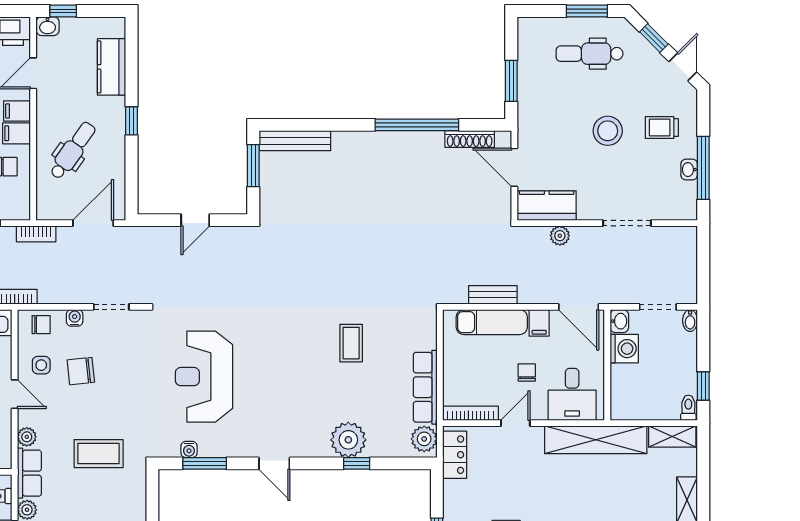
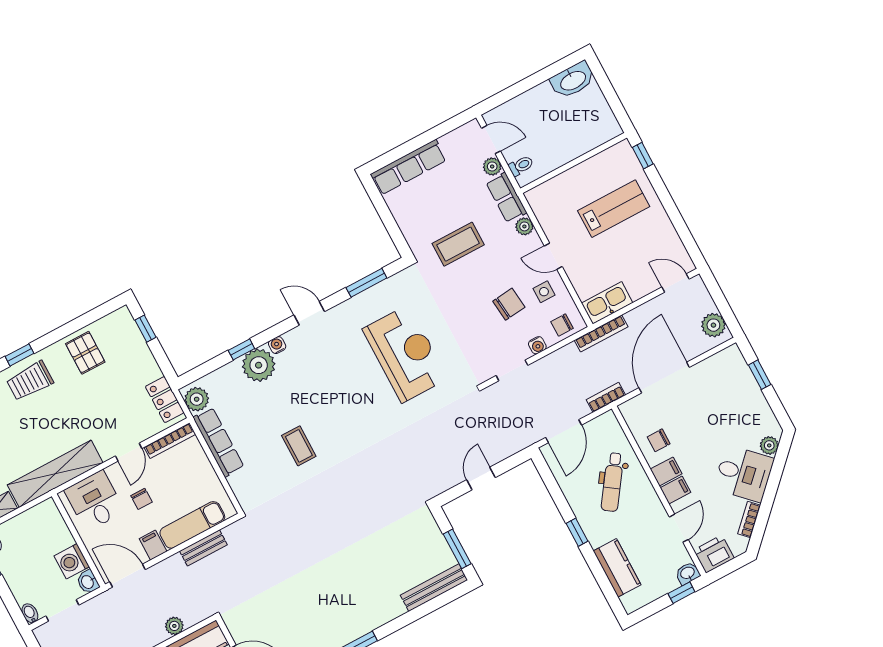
water cooler: (189, 449) -> (277, 345), moved

